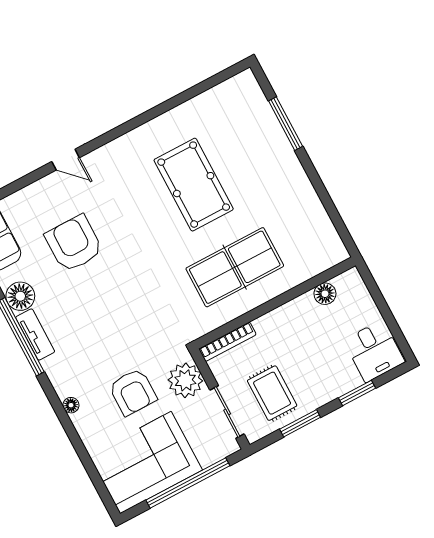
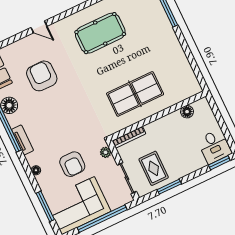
pool table: (194, 185) -> (100, 33), moved, turned 90
tv unit: (35, 334) -> (22, 140), moved
plant: (185, 380) -> (106, 152), width x0.53, depth x0.53
window: (357, 393) -> (219, 163), moved
window: (90, 466) -> (45, 206), added

